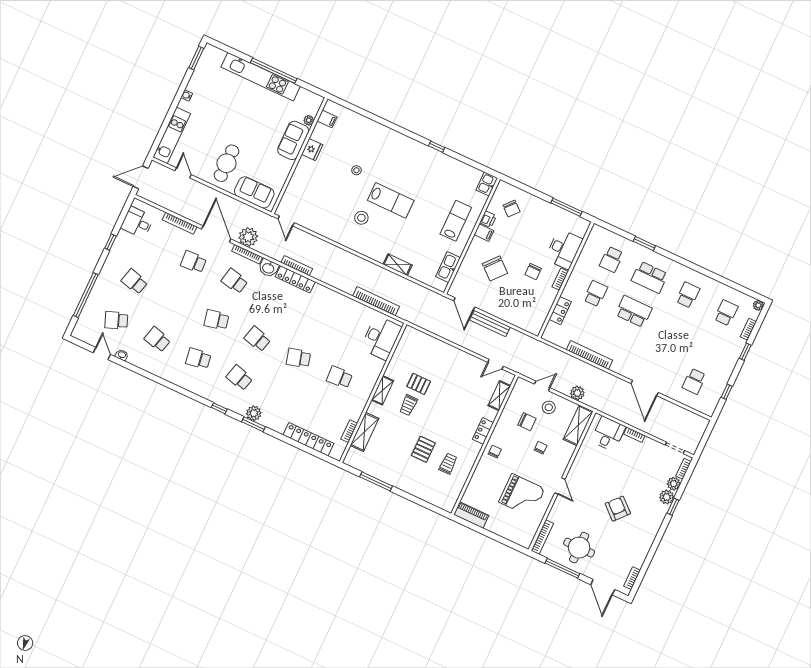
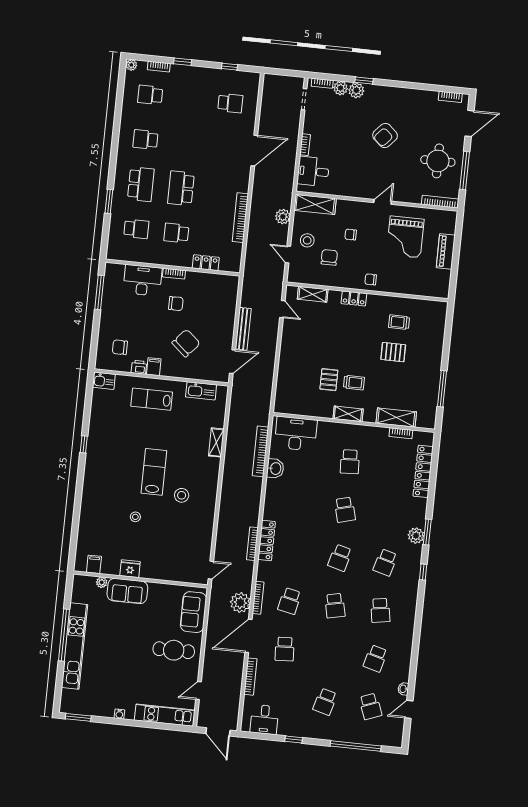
chair: (512, 209) -> (120, 347), turned -131
washbasin: (268, 268) -> (275, 468), moved
grand piano: (522, 495) -> (405, 237), turned 180
piano: (471, 515) -> (446, 251), moved

